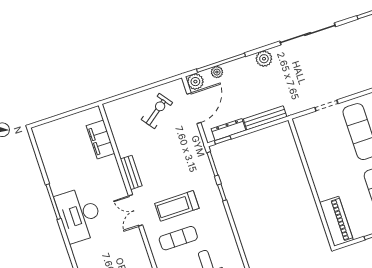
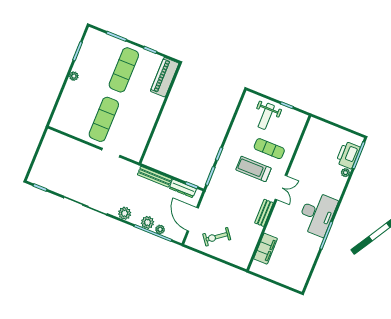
plant: (195, 82) -> (148, 222), moved
door: (194, 108) -> (193, 219), hinge flipped
treadmill: (177, 206) -> (253, 169), turned 180

